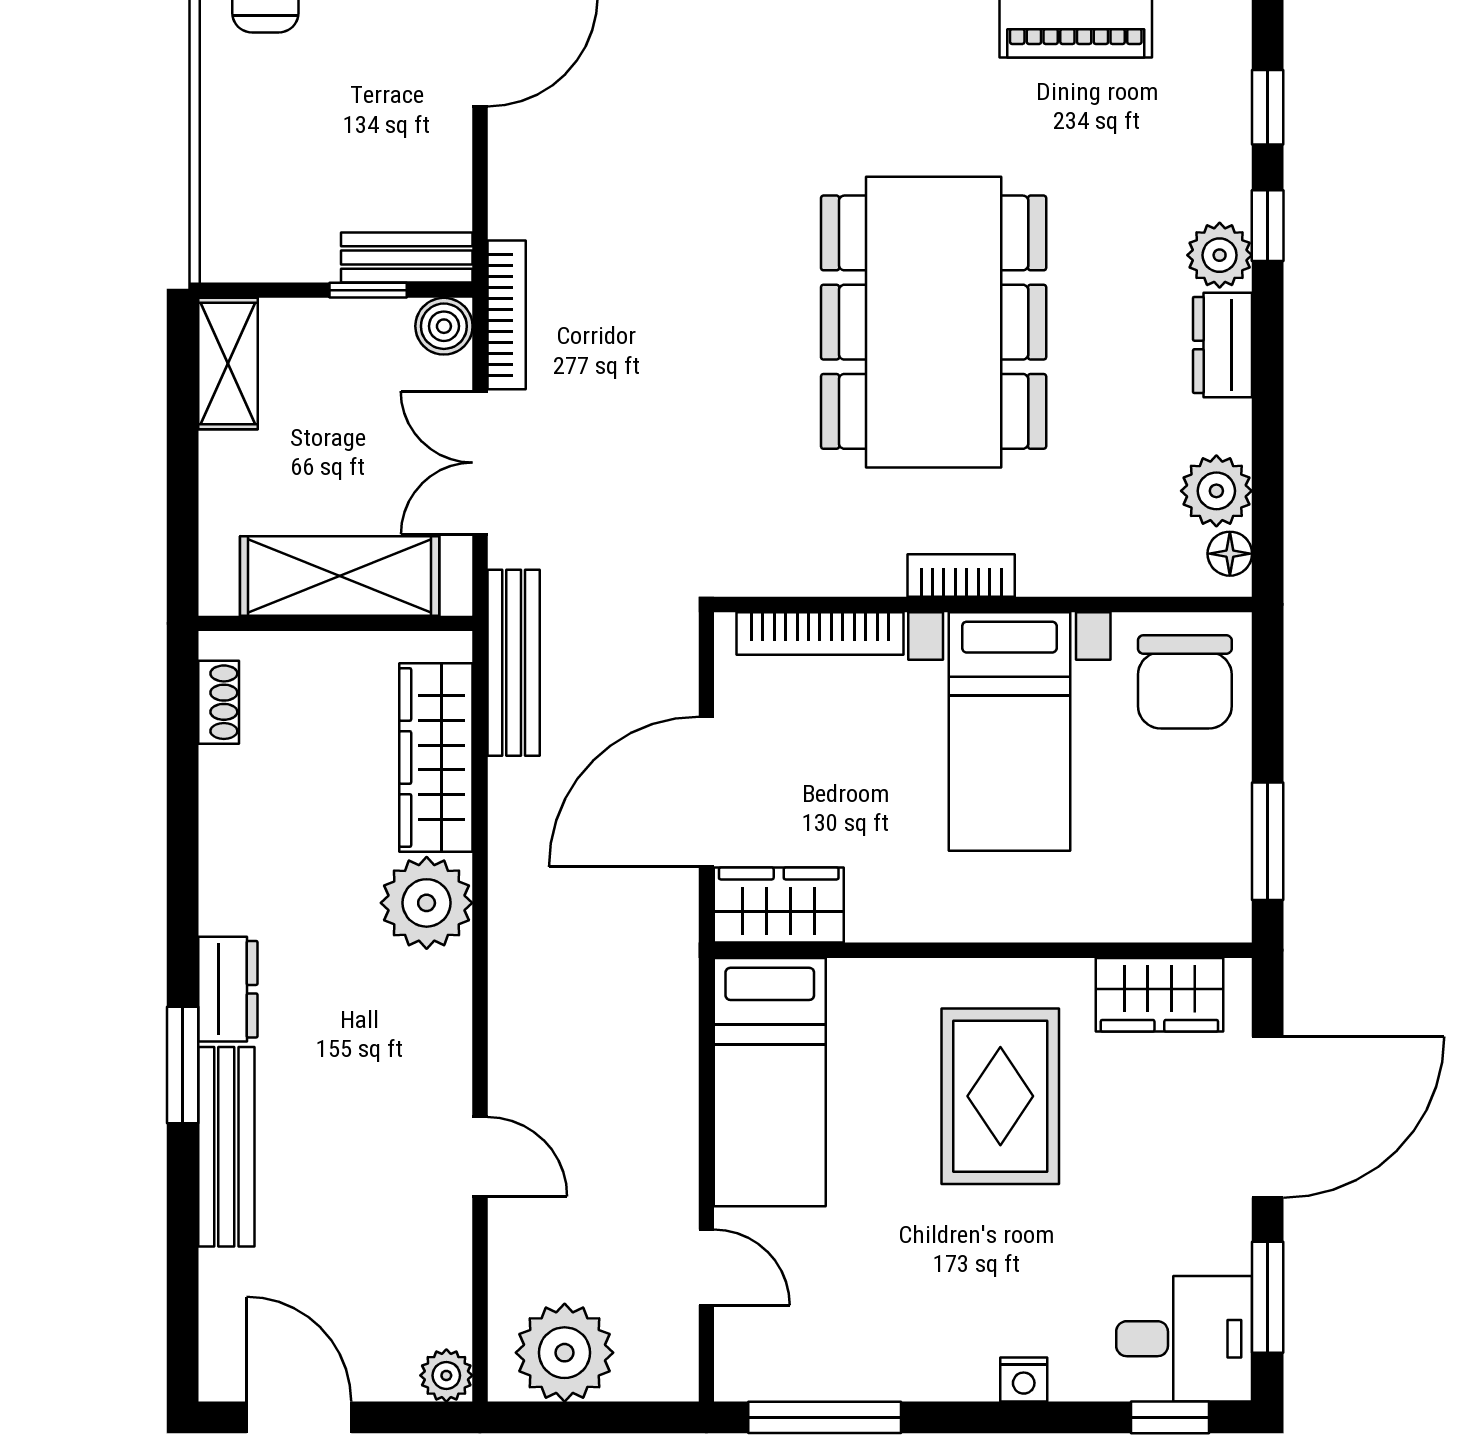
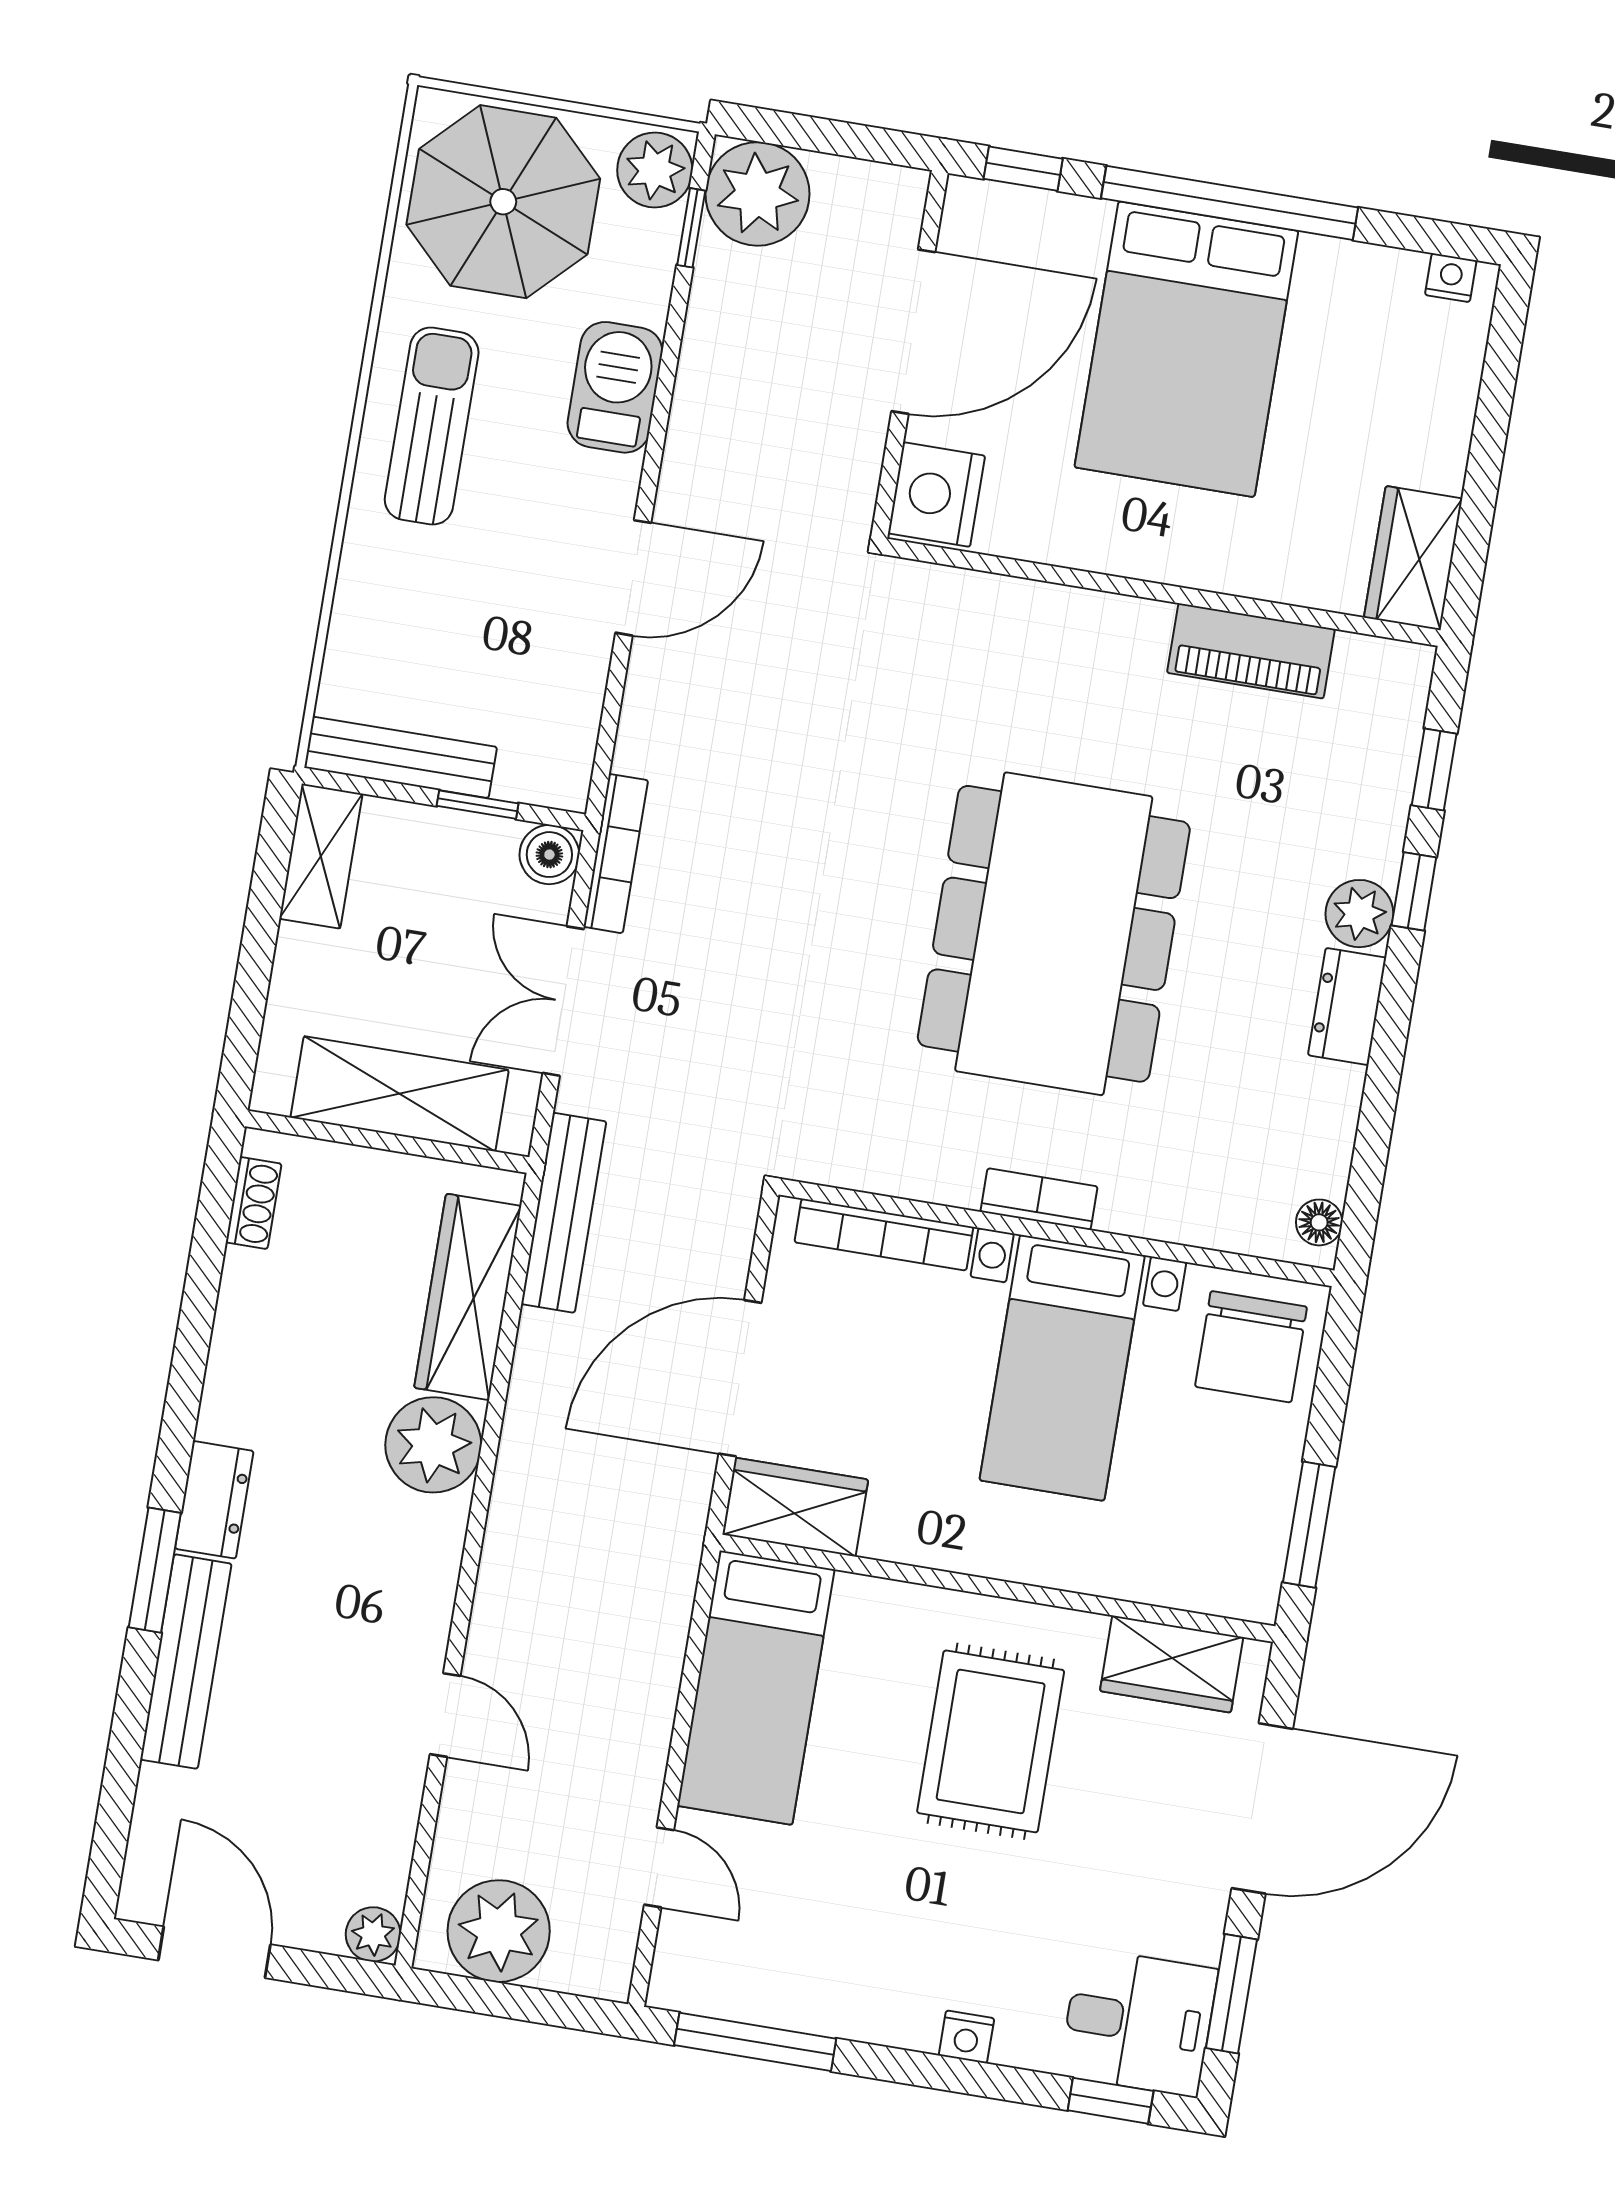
bench: (407, 258) -> (401, 757), moved, width x1.36
plant: (1216, 491) -> (1316, 1156), removed

